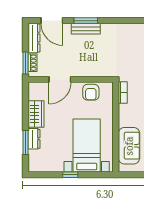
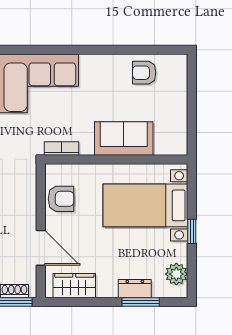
wardrobe: (36, 114) -> (74, 286), moved
sofa: (129, 146) -> (124, 138), moved
plant: (43, 165) -> (176, 274), added

